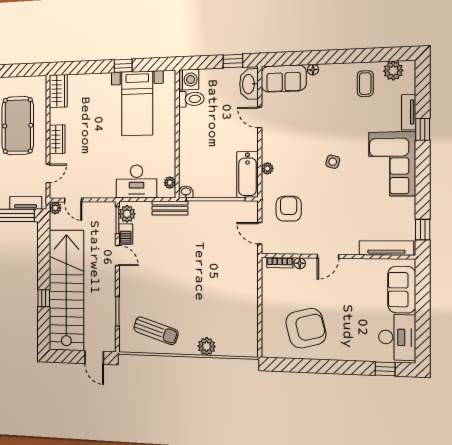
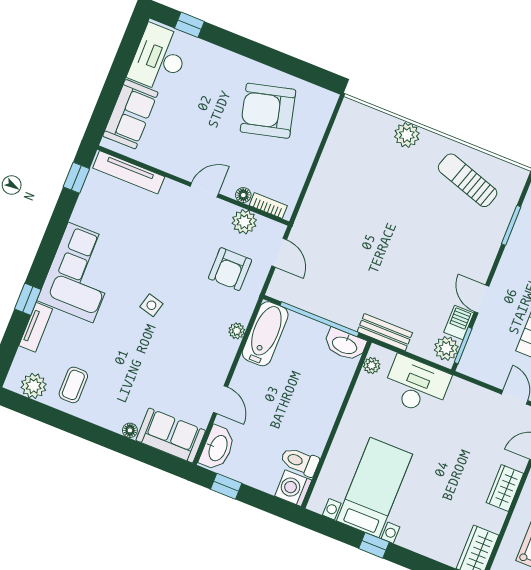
washbasin: (186, 192) -> (345, 345), width x1.91, depth x1.45
plant: (292, 245) -> (244, 222), added

